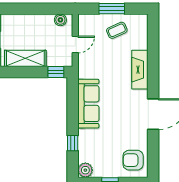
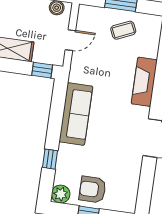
armchair: (133, 160) -> (93, 189), moved

